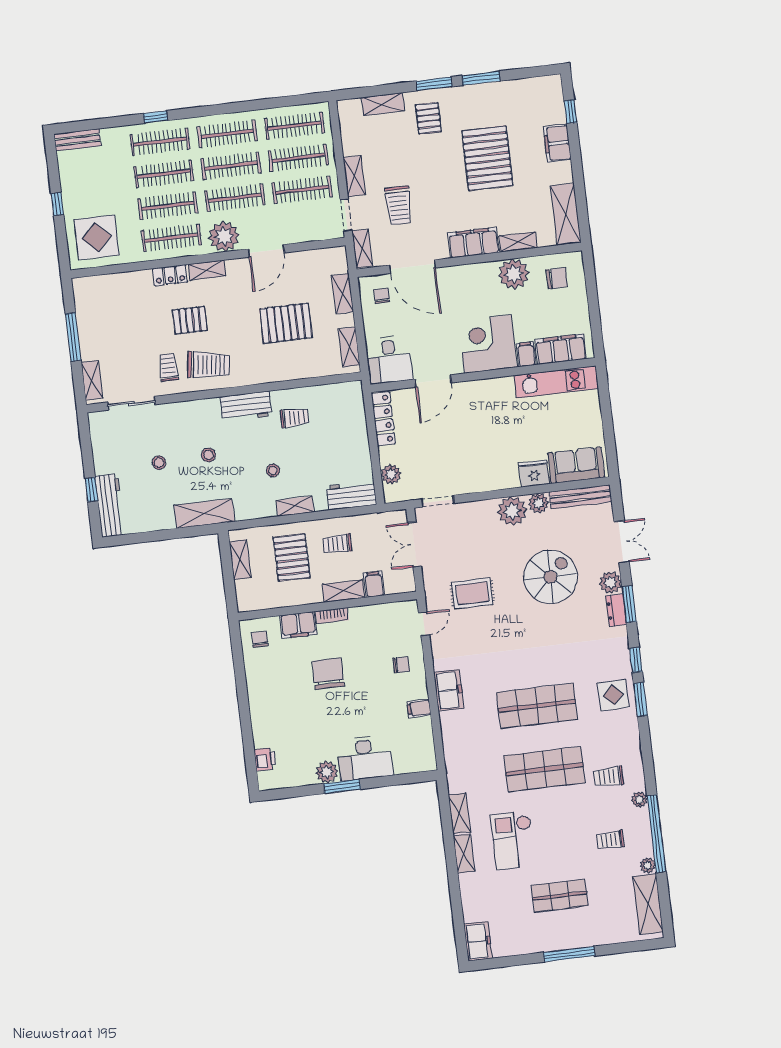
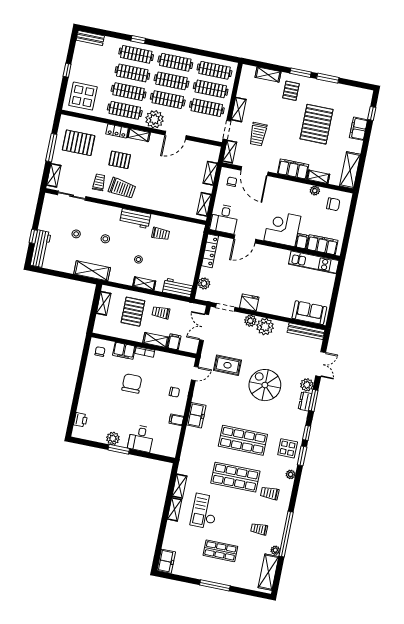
plant: (514, 274) -> (315, 191), width x0.53, depth x0.53
pallet: (286, 323) -> (79, 143), moved
fridge: (534, 474) -> (249, 302), moved
plant: (539, 503) -> (250, 321), moved
spiral stairs: (550, 577) -> (265, 385), moved, turned -90
desk: (365, 758) -> (141, 438), width x0.73
plant: (640, 800) -> (291, 474), moved

